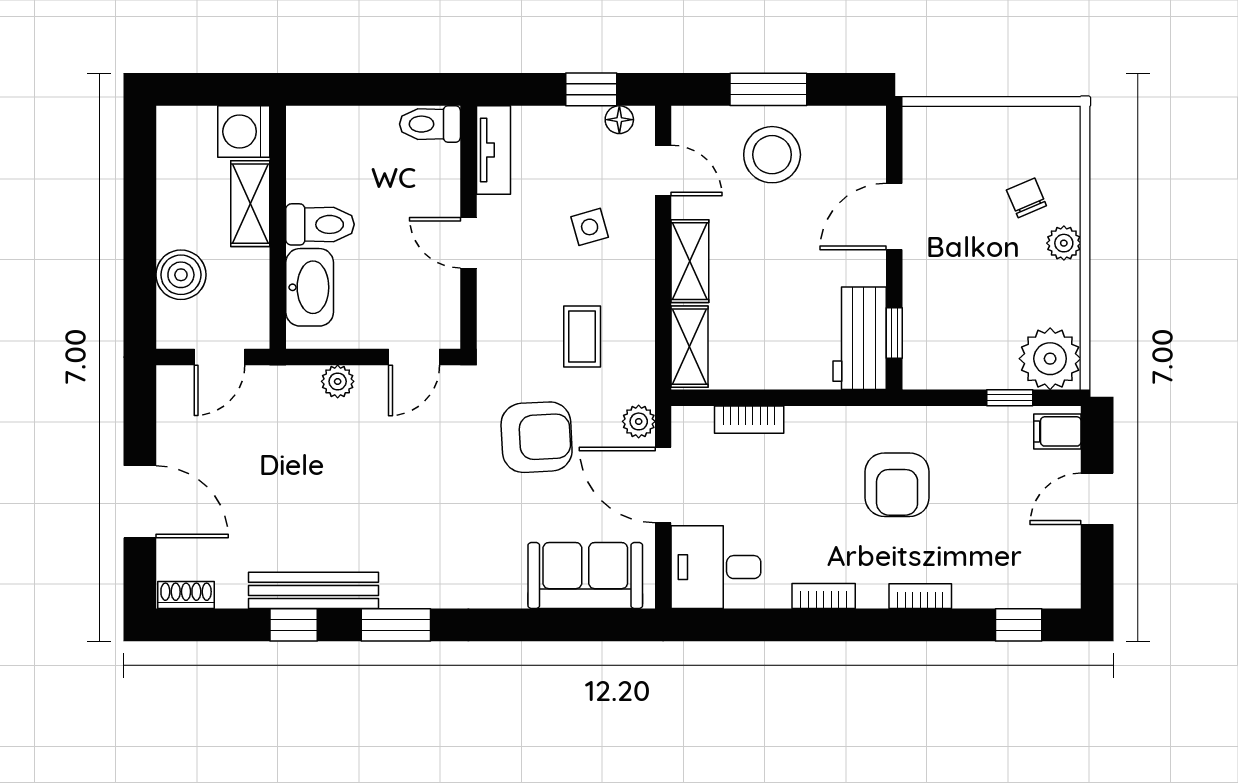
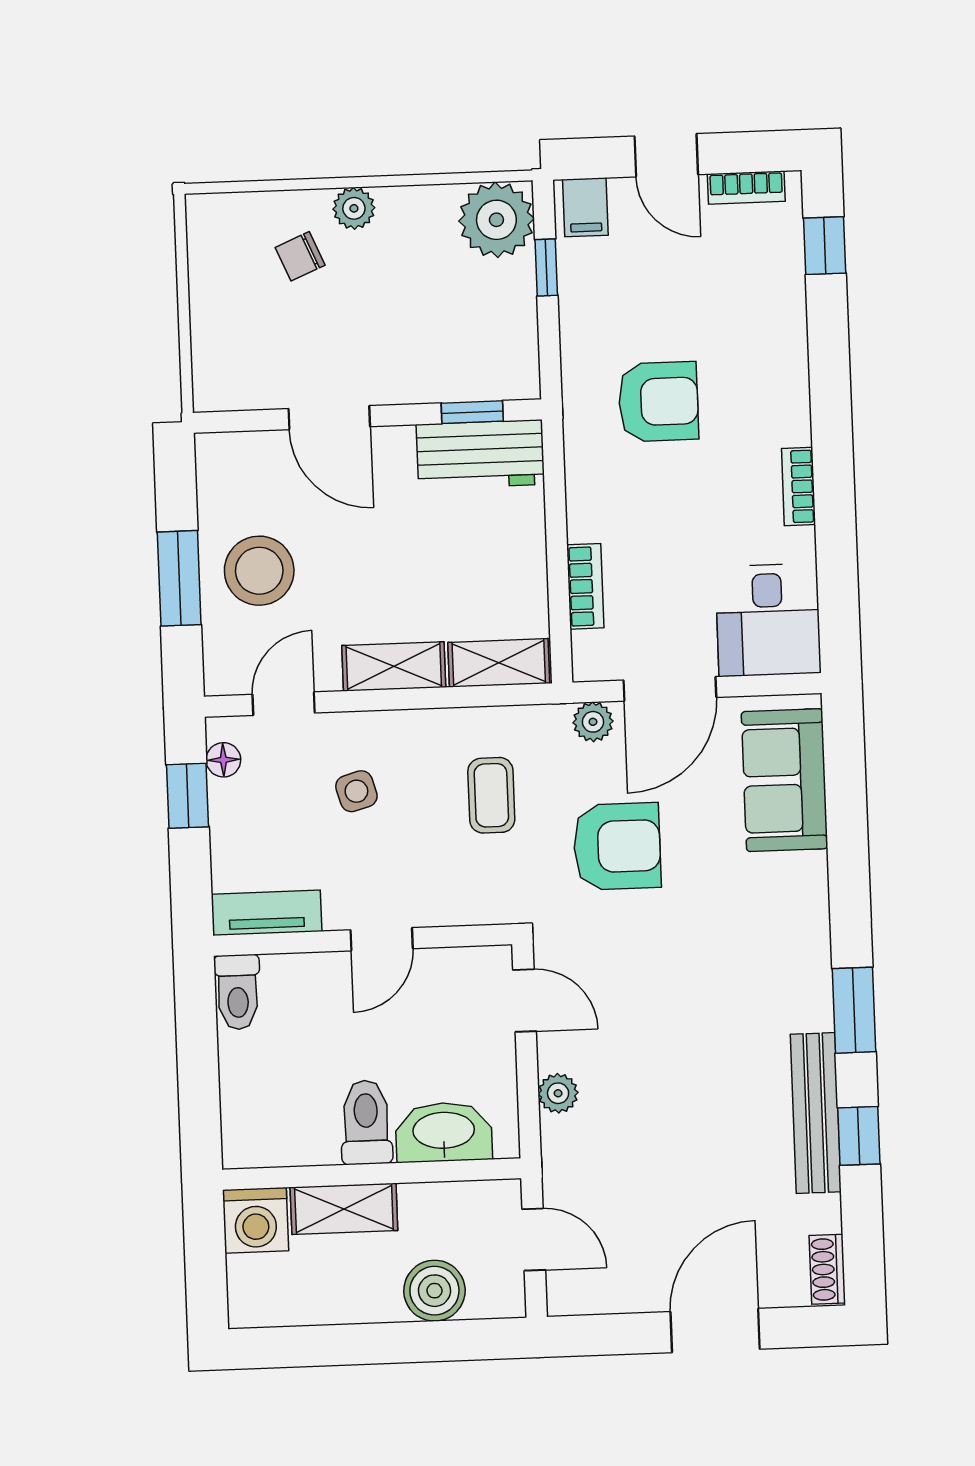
coffee table: (582, 337) -> (491, 795), turned 90
armchair: (537, 437) -> (617, 846), turned 93
bookcase: (920, 596) -> (746, 188), moved, turned -90

